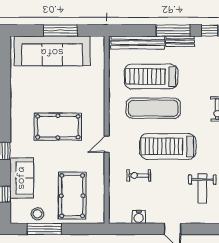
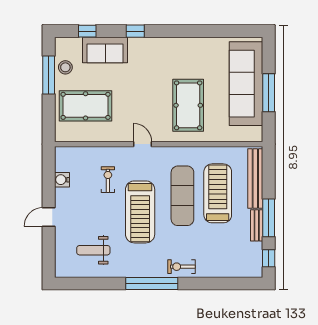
pool table: (58, 127) -> (188, 105), moved
treadmill: (168, 146) -> (140, 212), turned 180

